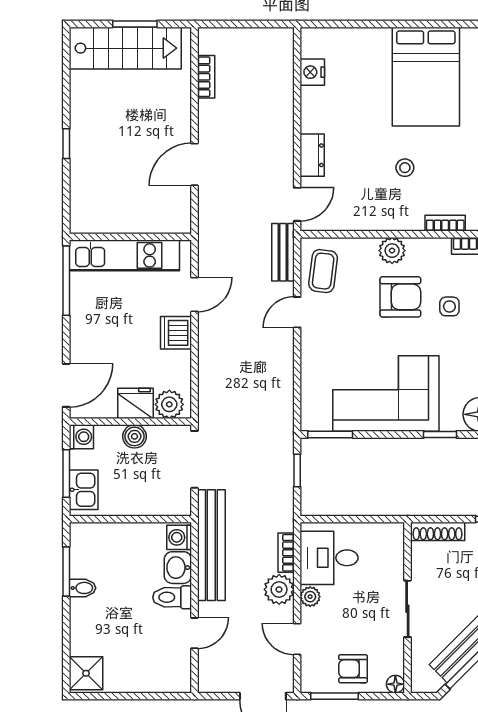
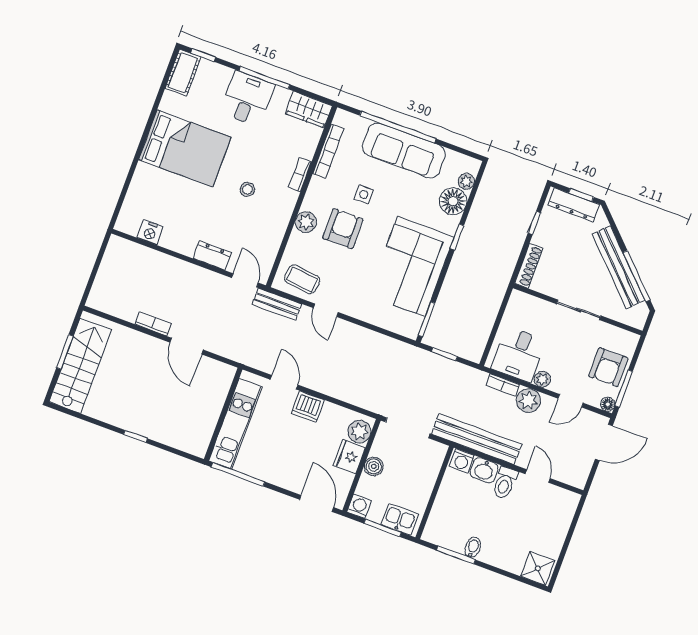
bookcase: (206, 77) -> (153, 324), moved
armchair: (353, 669) -> (608, 367), width x1.38, depth x1.38
floor lamp: (395, 684) -> (608, 404), moved

